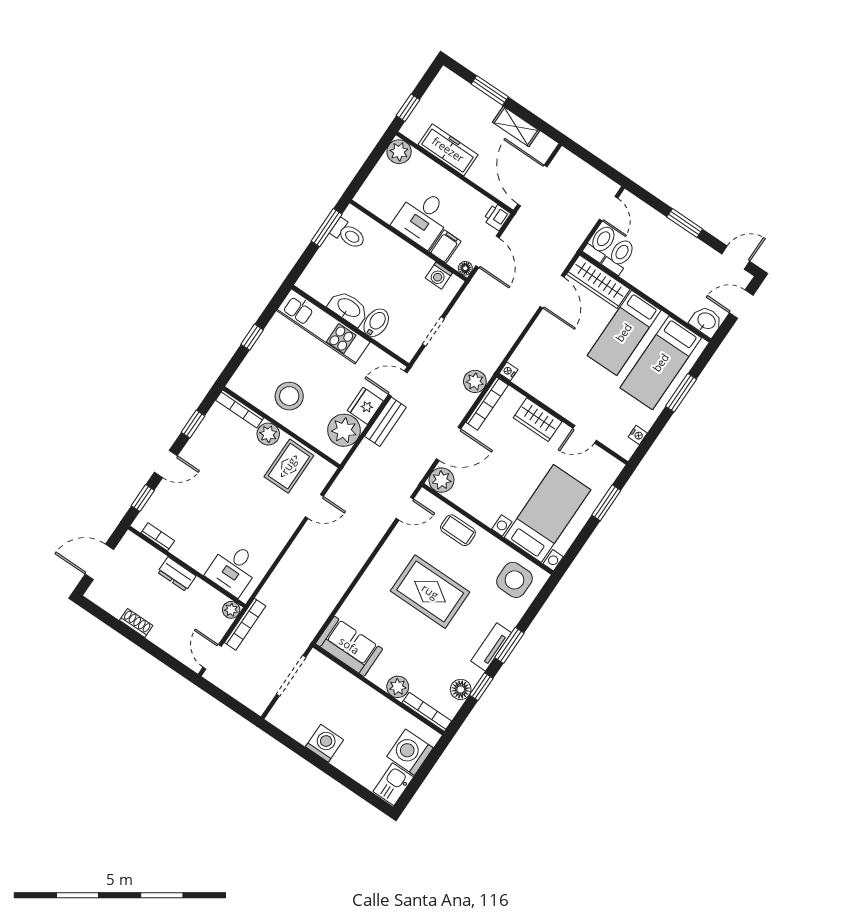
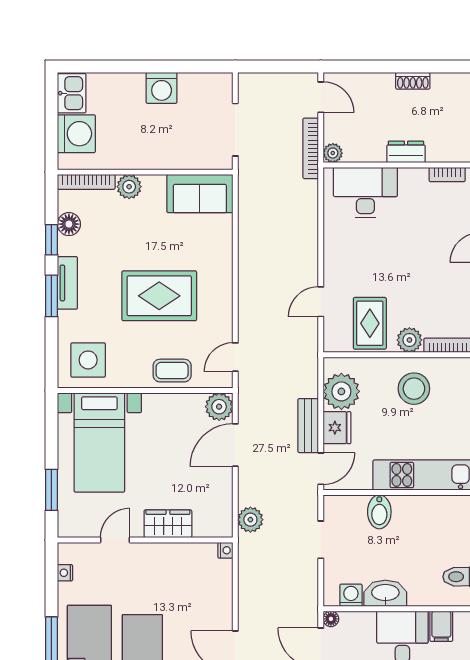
filing cabinet: (445, 247) -> (441, 626), moved
washbasin: (348, 308) -> (385, 593), moved, turned 180
bookcase: (487, 404) -> (225, 507), removed
desk: (233, 569) -> (365, 193), width x1.37

